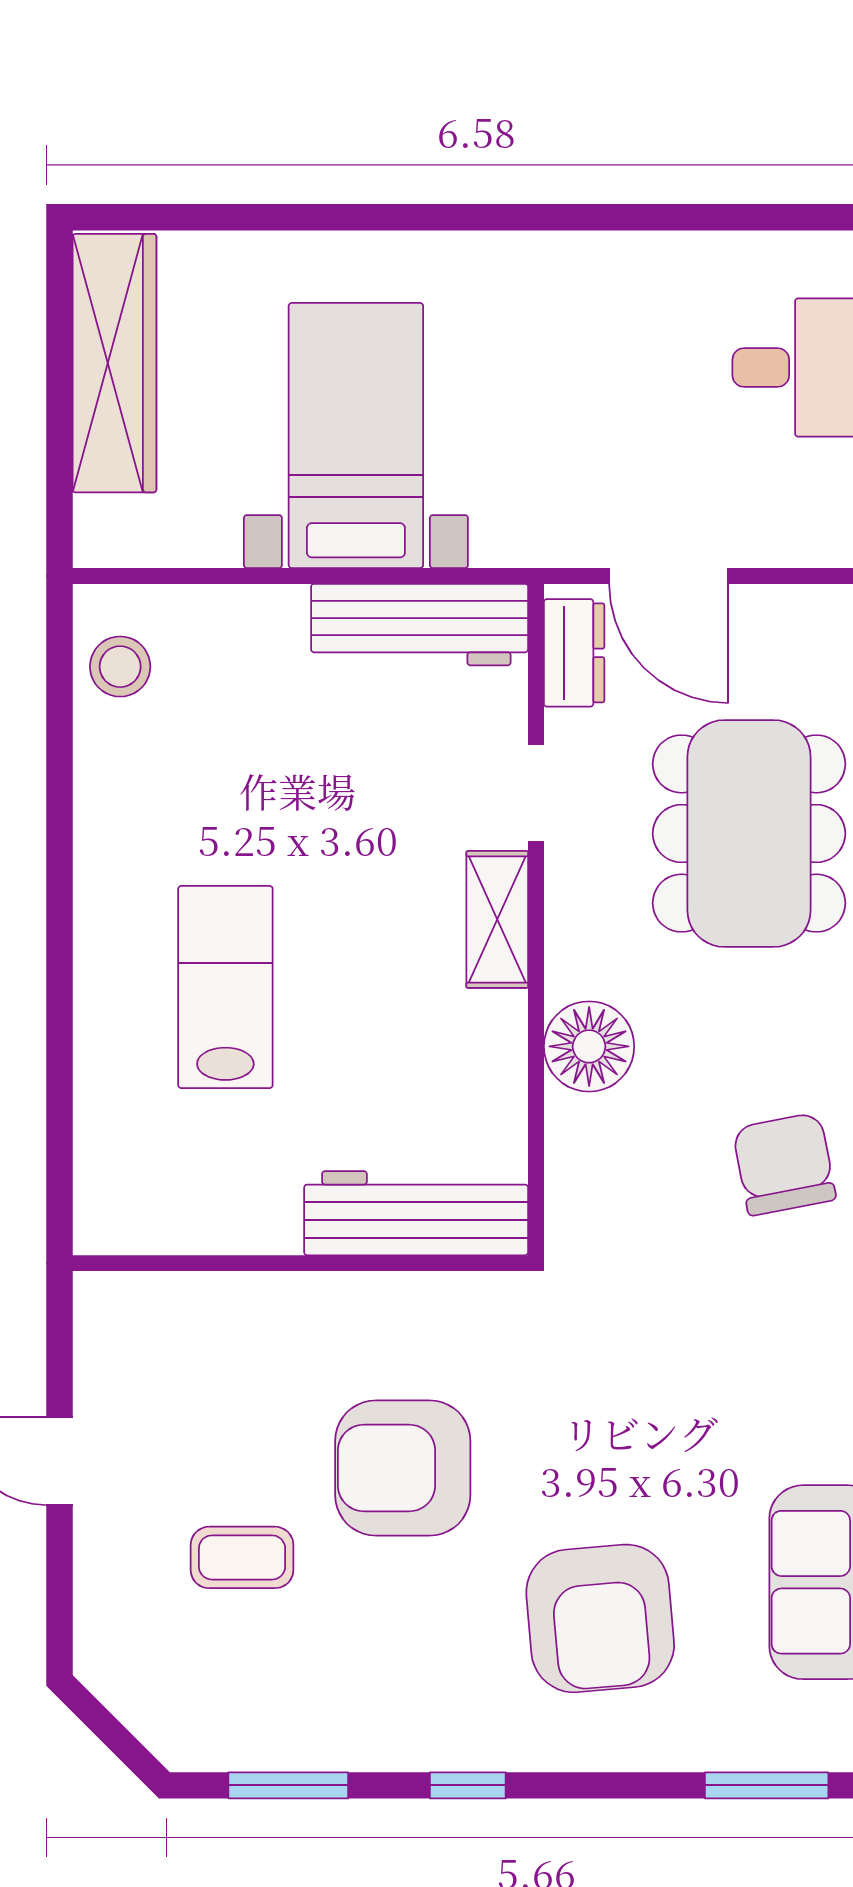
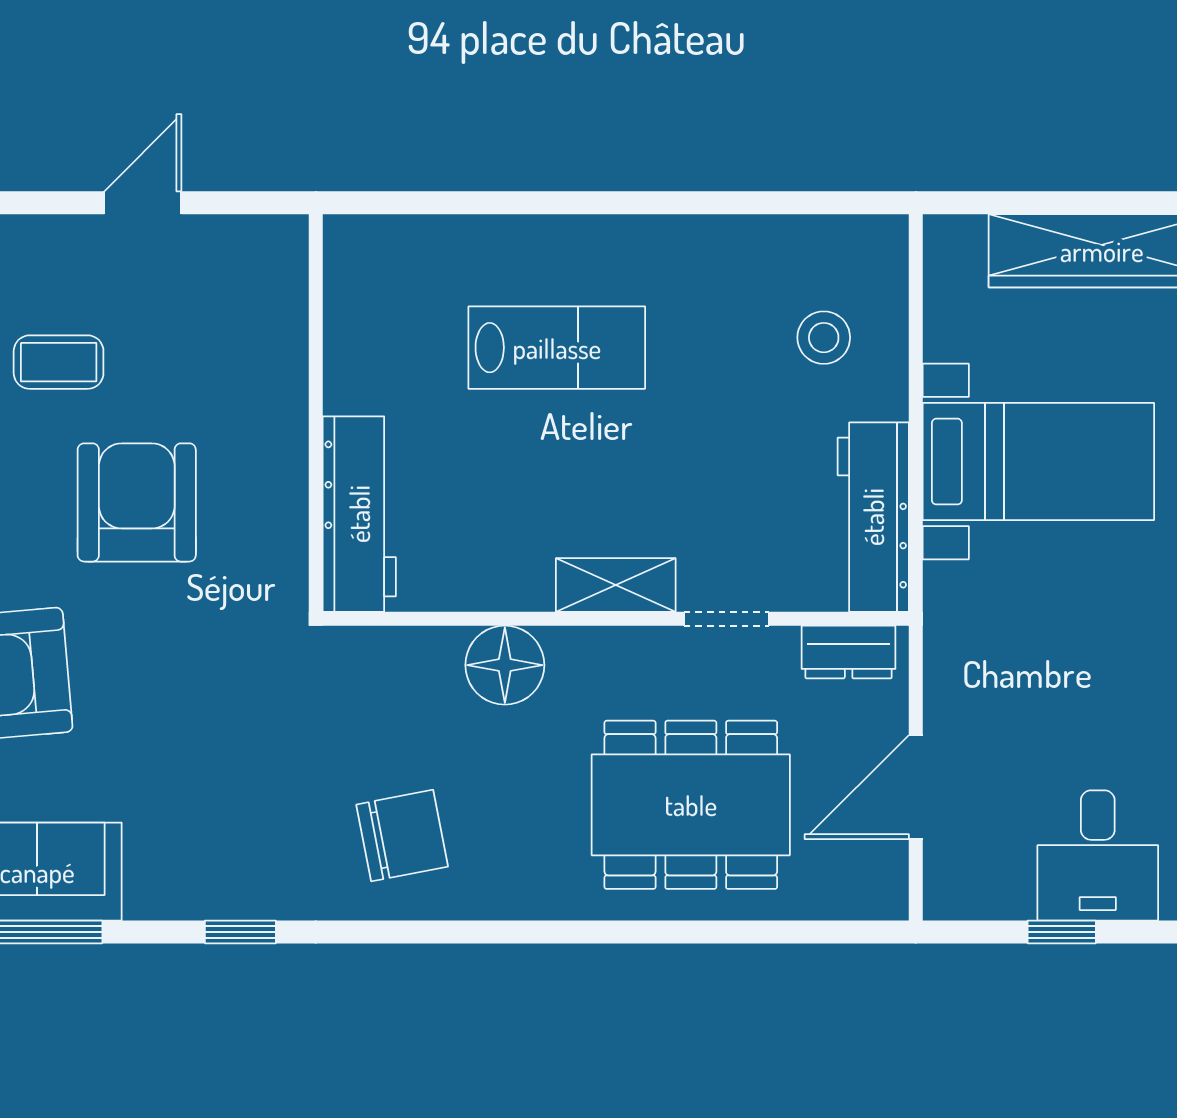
door: (669, 576) -> (916, 787), moved
stool: (120, 667) -> (824, 338), moved
coffee table: (242, 1557) -> (59, 362), turned 90

